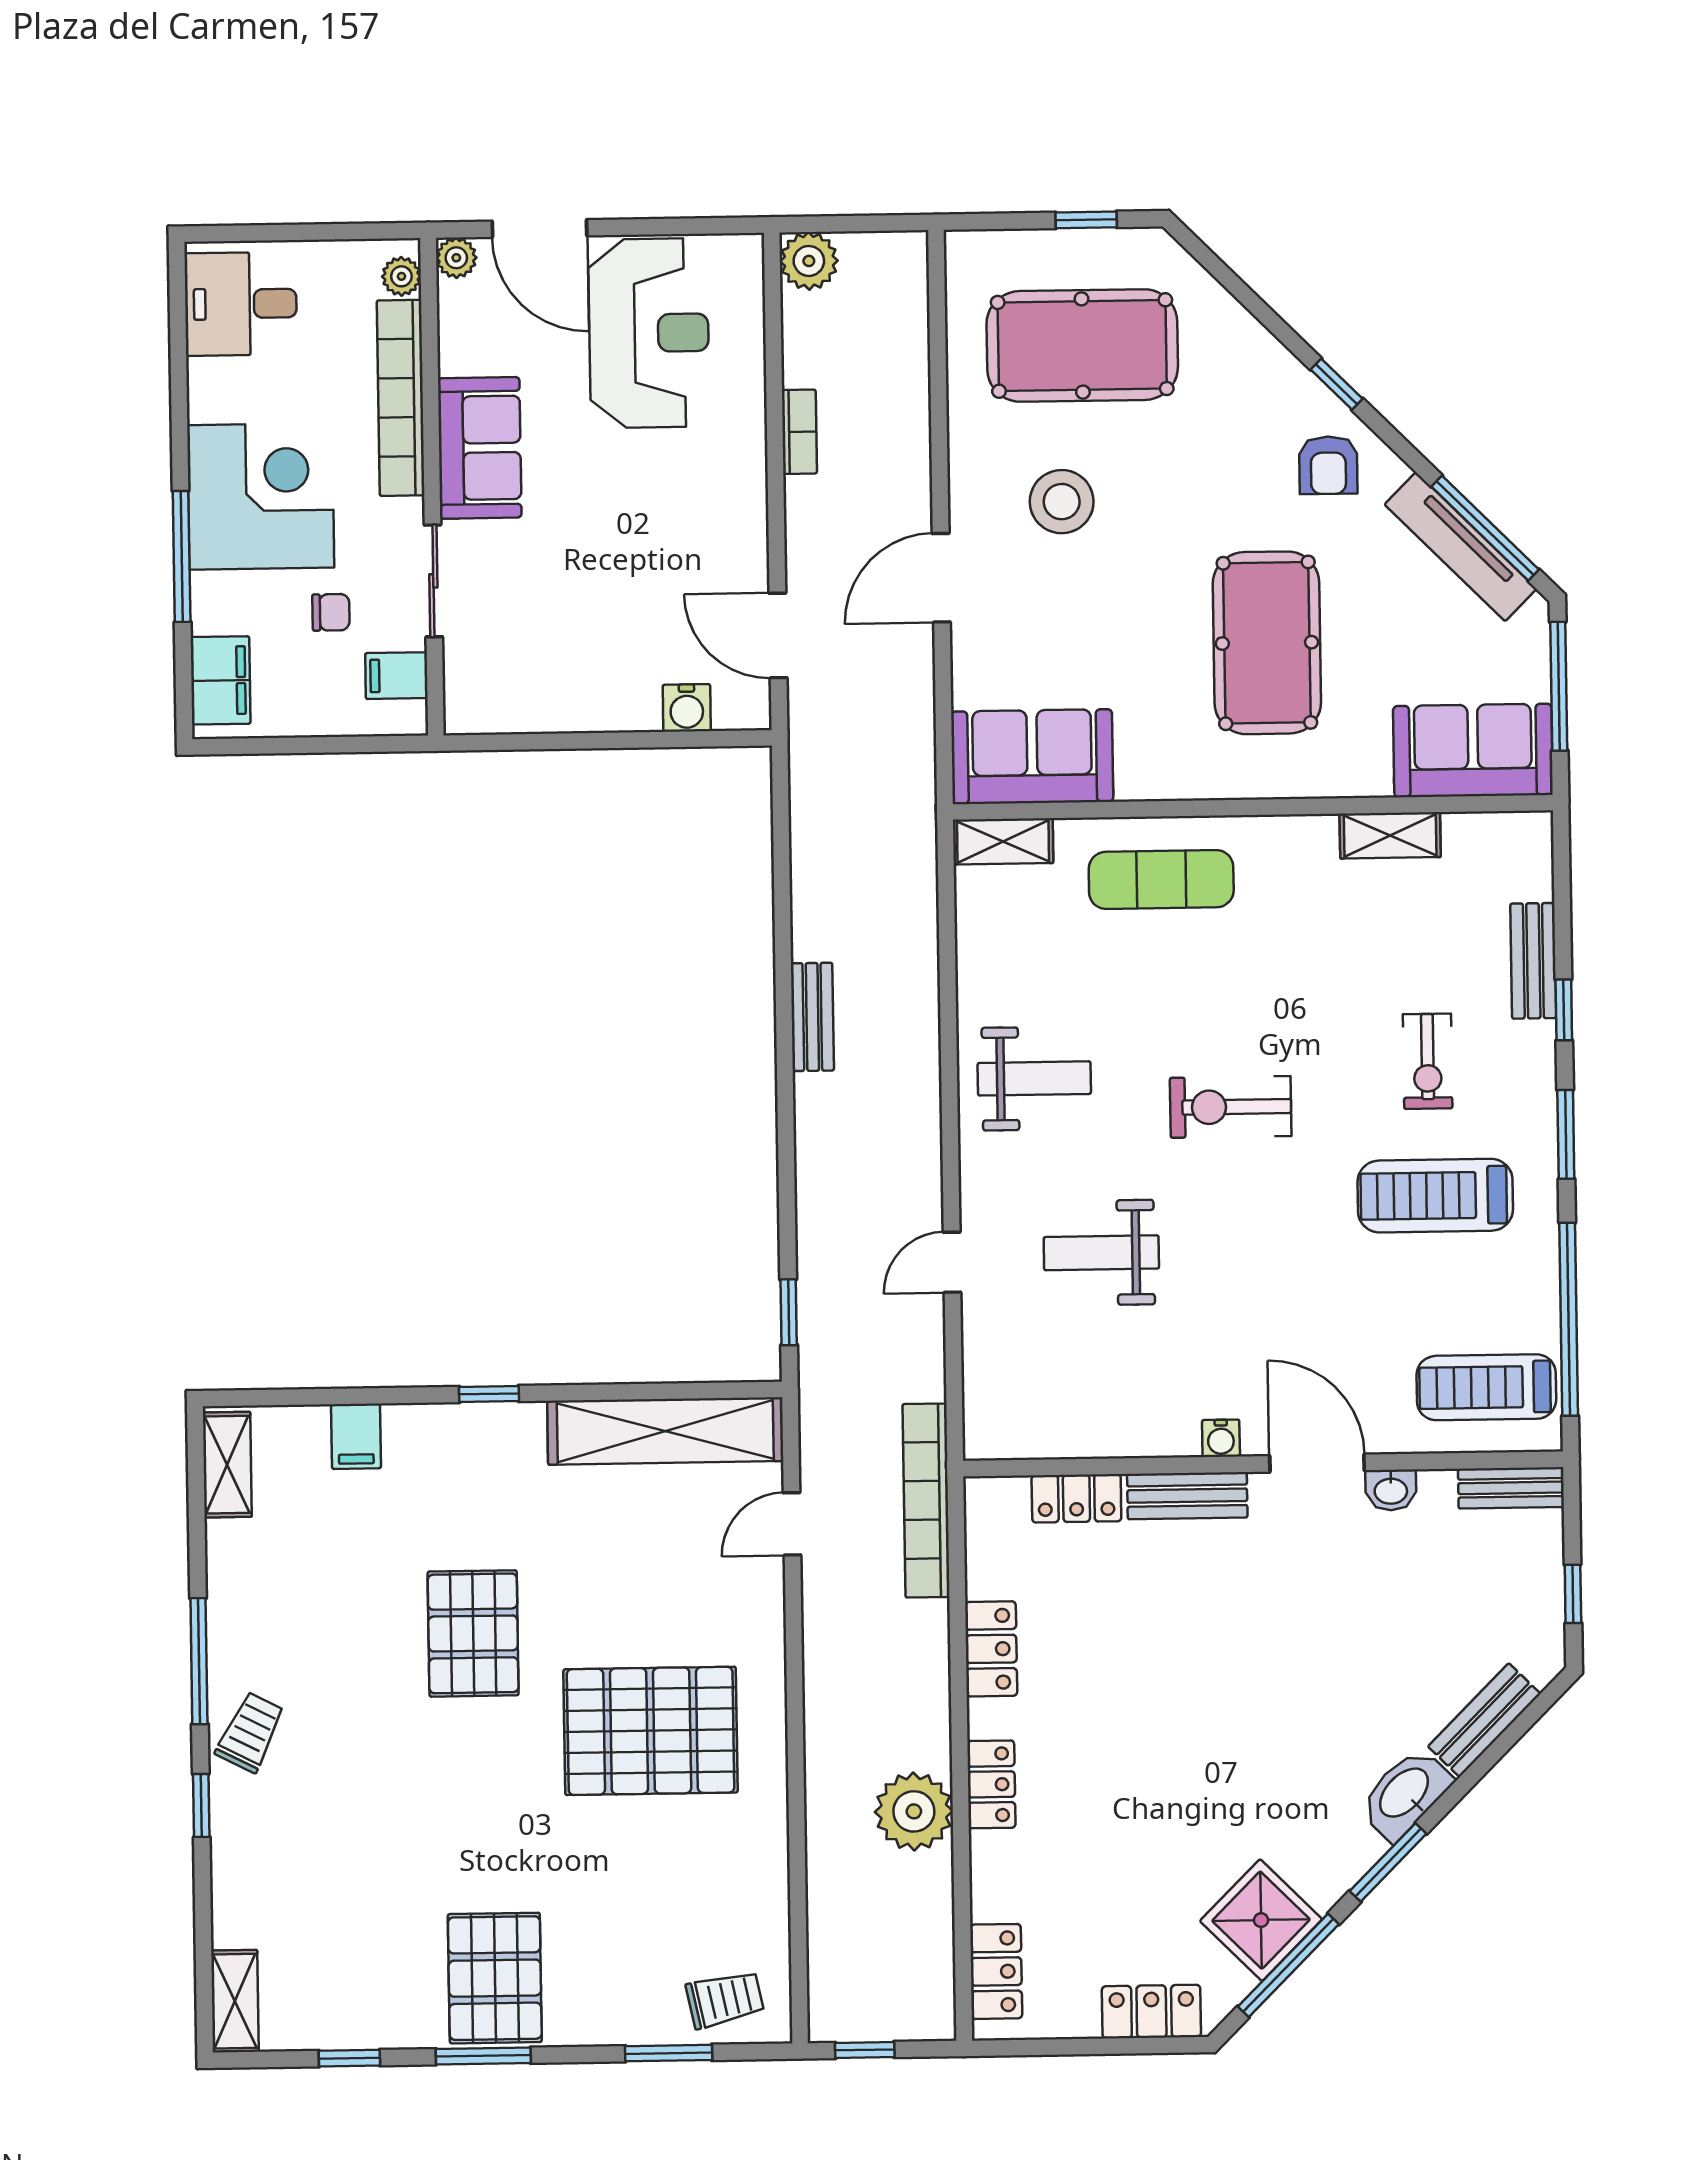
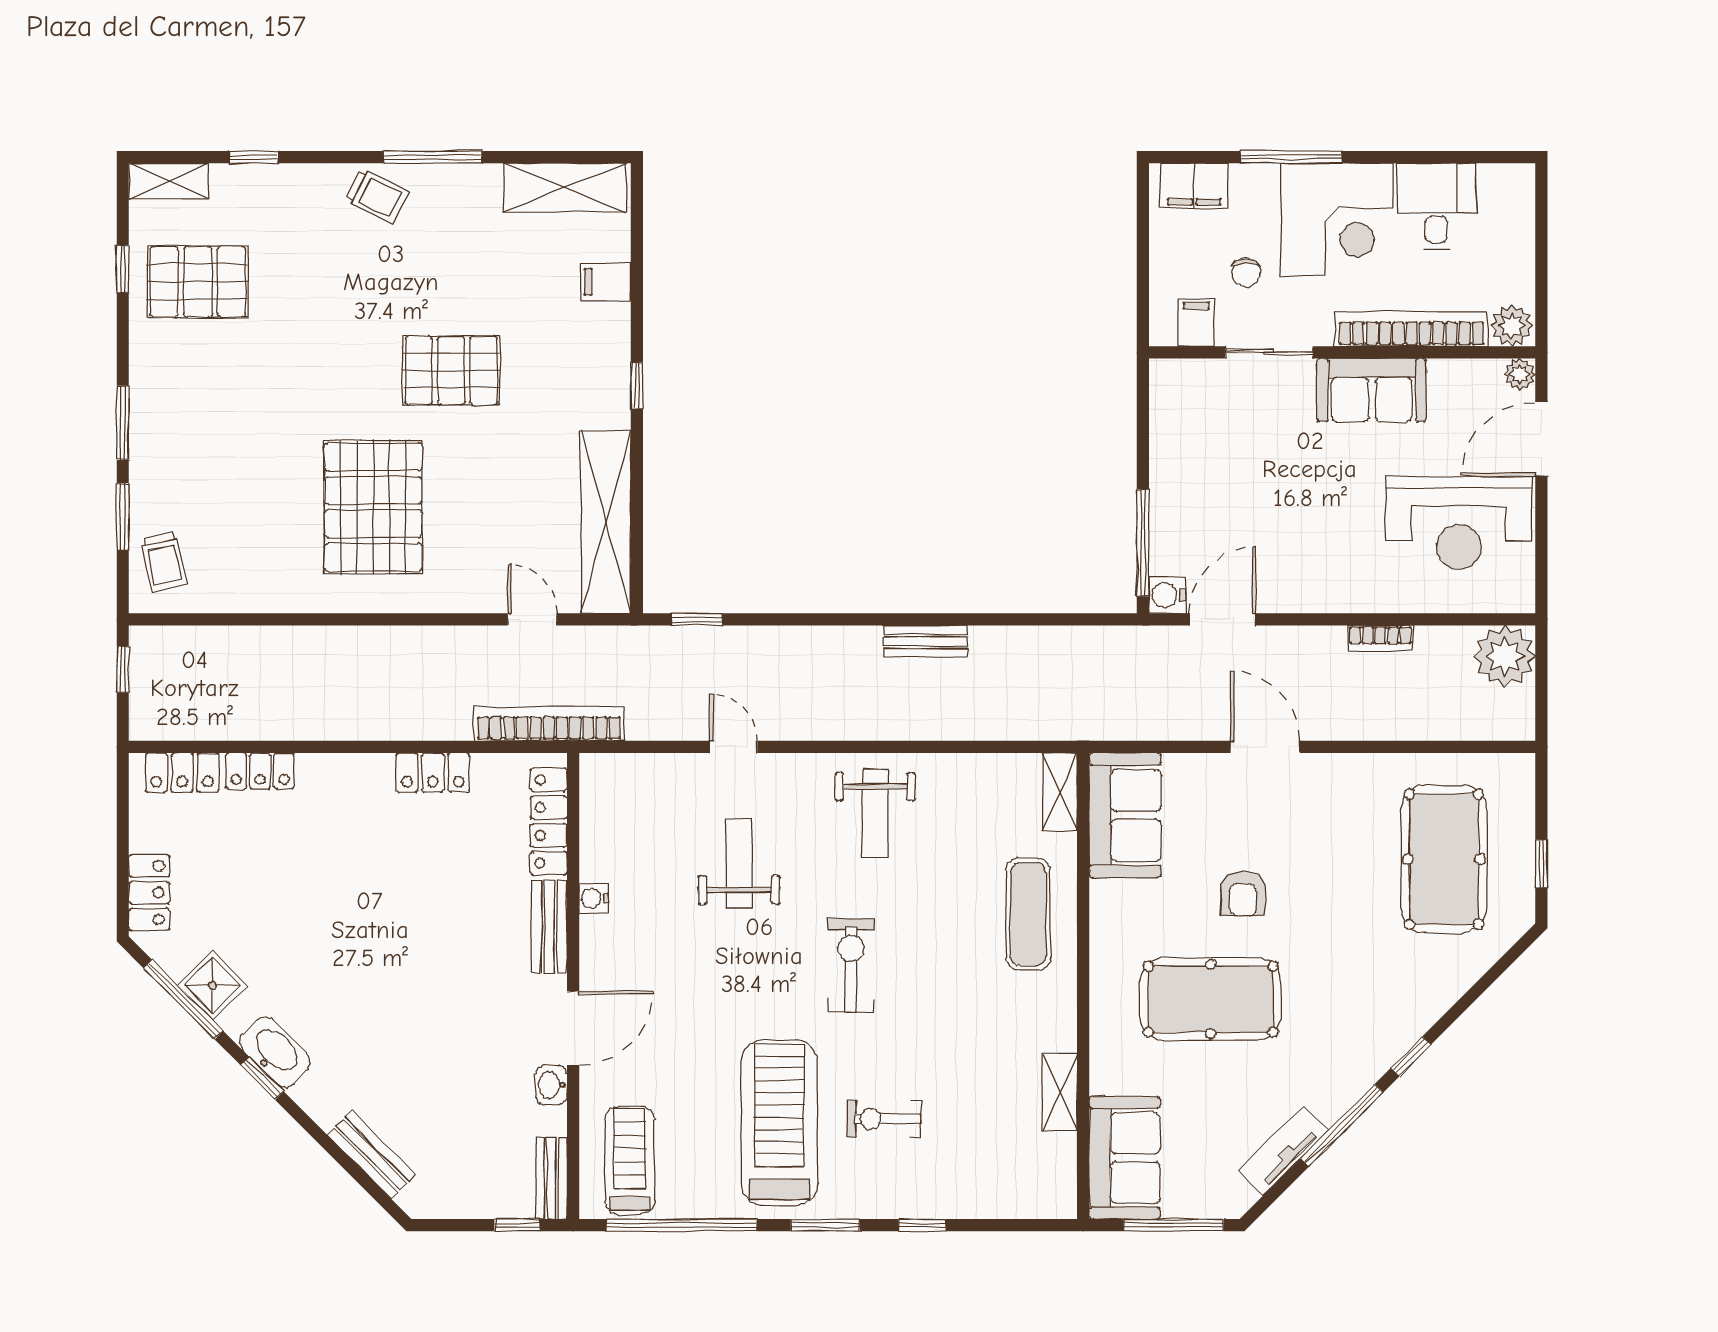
plant: (809, 261) -> (1505, 656), width x1.36, depth x1.36
plant: (401, 276) -> (1512, 326), width x1.38, depth x1.38
desk: (241, 304) -> (1436, 206), moved
armchair: (1328, 465) -> (1243, 894), moved, turned -90
stool: (1062, 502) -> (1323, 841), removed
window: (1485, 528) -> (1342, 1125), moved
tv unit: (1461, 547) -> (1283, 1151), width x0.71
water cooler: (687, 708) -> (1167, 595), moved
window: (681, 739) -> (1143, 543), added
bench: (1533, 961) -> (961, 1202), removed
treadmill: (1435, 1196) -> (779, 1123), width x1.37, depth x1.38
water cooler: (1221, 1438) -> (594, 898), moved
shelving: (227, 1465) -> (565, 188), width x1.50, depth x1.33
locker: (1076, 1498) -> (549, 821), width x1.53
window: (1573, 1594) -> (517, 1225), moved
locker: (991, 1784) -> (260, 771), moved
washbasin: (1405, 1794) -> (275, 1052), moved
window: (201, 1806) -> (253, 157), moved
plant: (914, 1811) -> (307, 711), removed
window: (1388, 1862) -> (262, 1078), width x0.67
shower: (1261, 1920) -> (212, 985), width x0.73, depth x0.73
pallet: (495, 1978) -> (198, 282), moved
window: (483, 2056) -> (123, 423), moved

